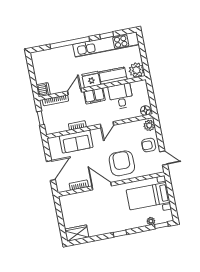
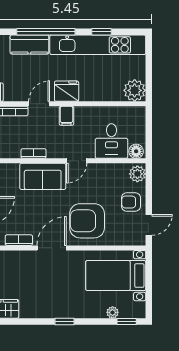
kitchen counter: (113, 76) -> (29, 45), moved, turned 180
filing cabinet: (94, 96) -> (67, 116), width x0.50
desk: (121, 96) -> (111, 141), moved, turned 180
sofa: (76, 142) -> (43, 176), moved
door: (164, 158) -> (149, 225), hinge flipped
armchair: (122, 163) -> (87, 221), turned -90
door: (102, 186) -> (52, 248), hinge flipped

